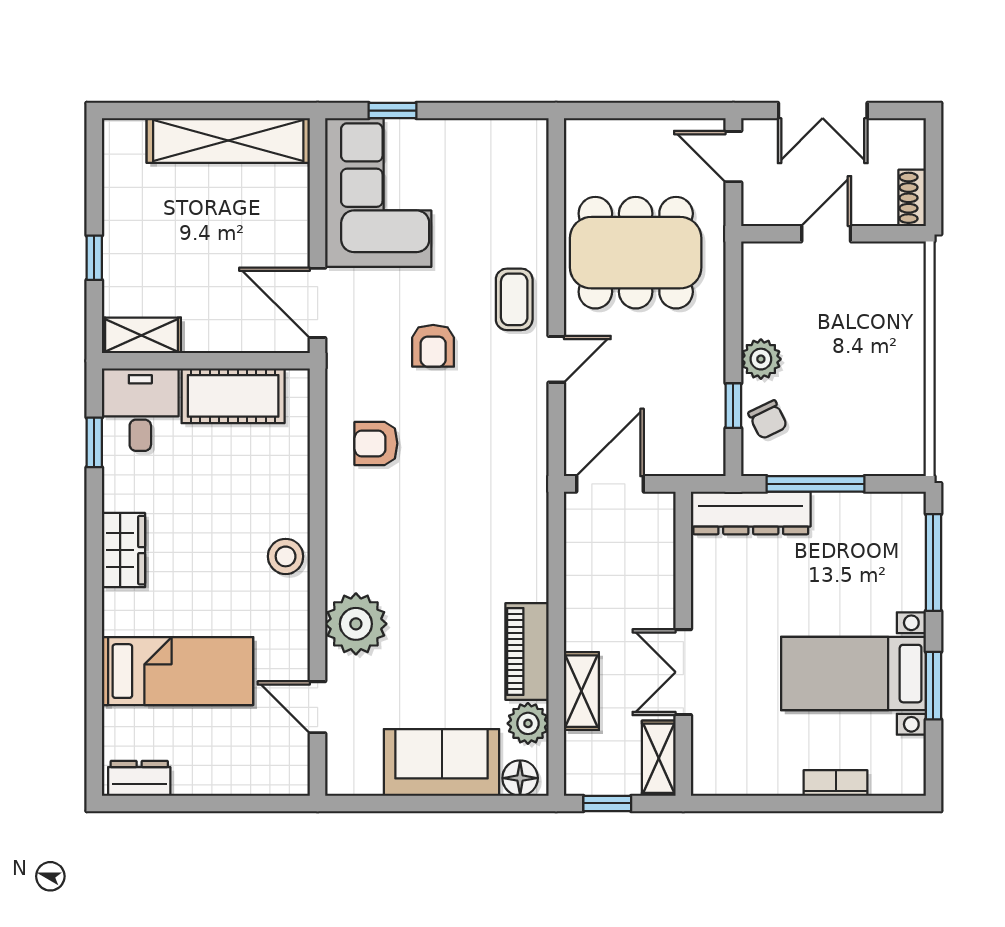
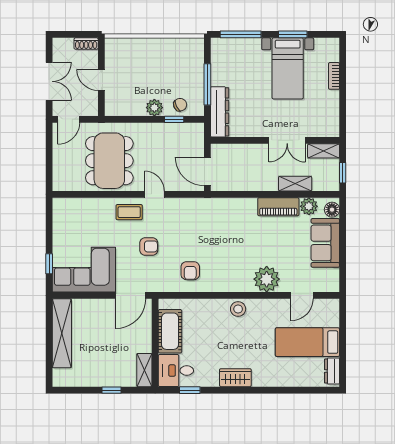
bed: (178, 671) -> (307, 342), moved, turned -90

